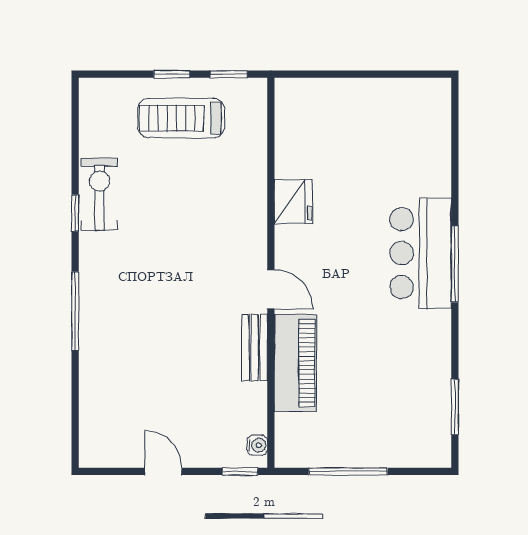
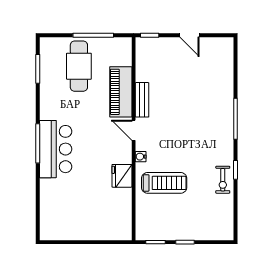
treadmill: (181, 118) -> (164, 183), moved
exercise bike: (99, 194) -> (223, 180), width x0.73, depth x0.72
cafe table: (376, 412) -> (79, 66), added
water cooler: (257, 445) -> (141, 157), moved

